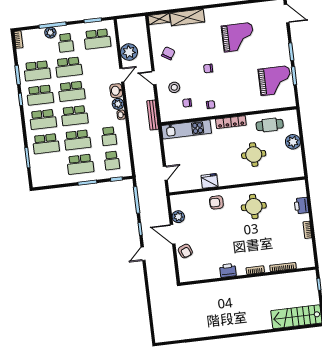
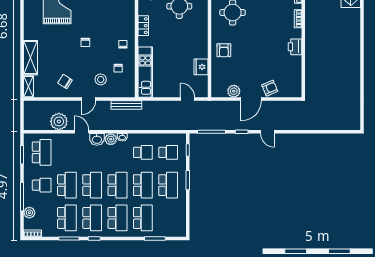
plant: (50, 33) -> (29, 213), moved
locker: (231, 122) -> (143, 26), width x0.66
fridge: (209, 181) -> (201, 67), moved

